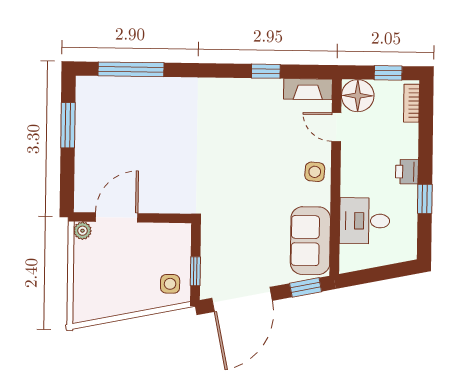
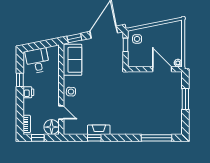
fireplace: (308, 89) -> (99, 130), moved
window: (68, 125) -> (185, 99), moved
door: (117, 217) -> (162, 69), swing flipped
desk: (365, 221) -> (37, 61), moved, turned -101

